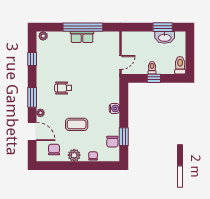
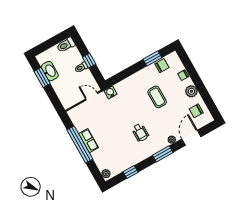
water cooler: (114, 108) -> (110, 92), moved
coffee table: (77, 124) -> (157, 97), moved

